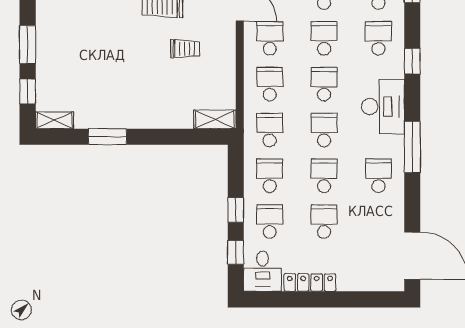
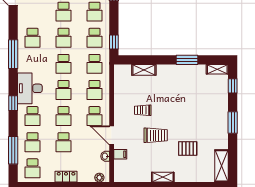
window: (28, 45) -> (233, 123), moved
desk: (383, 107) -> (30, 88), moved
shelving: (215, 119) -> (144, 70), moved
window: (236, 210) -> (114, 42), moved

